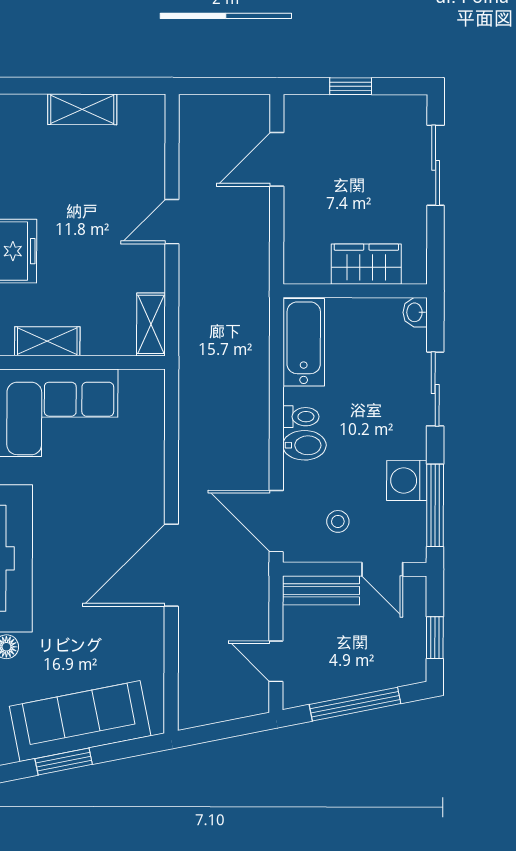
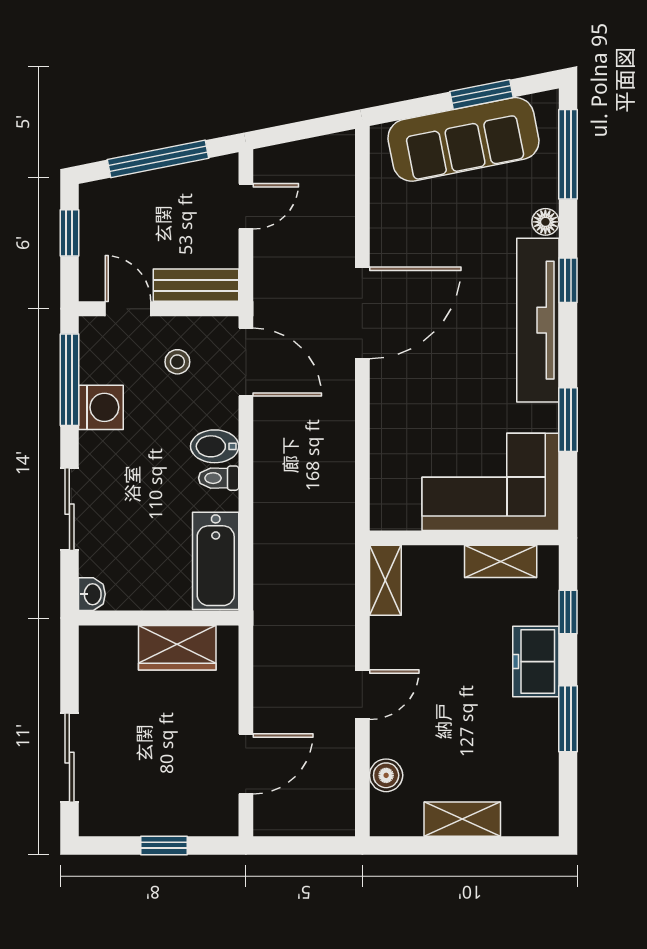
boiler: (151, 149) -> (386, 775), added
wardrobe: (366, 264) -> (177, 648), moved
door: (276, 661) -> (246, 206), hinge flipped

